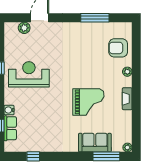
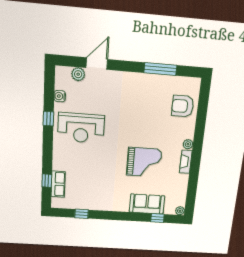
plant: (127, 72) -> (188, 144), moved
reception desk: (29, 74) -> (81, 128), turned 180
water cooler: (9, 110) -> (60, 96), moved
window: (106, 156) -> (157, 218), width x0.46

